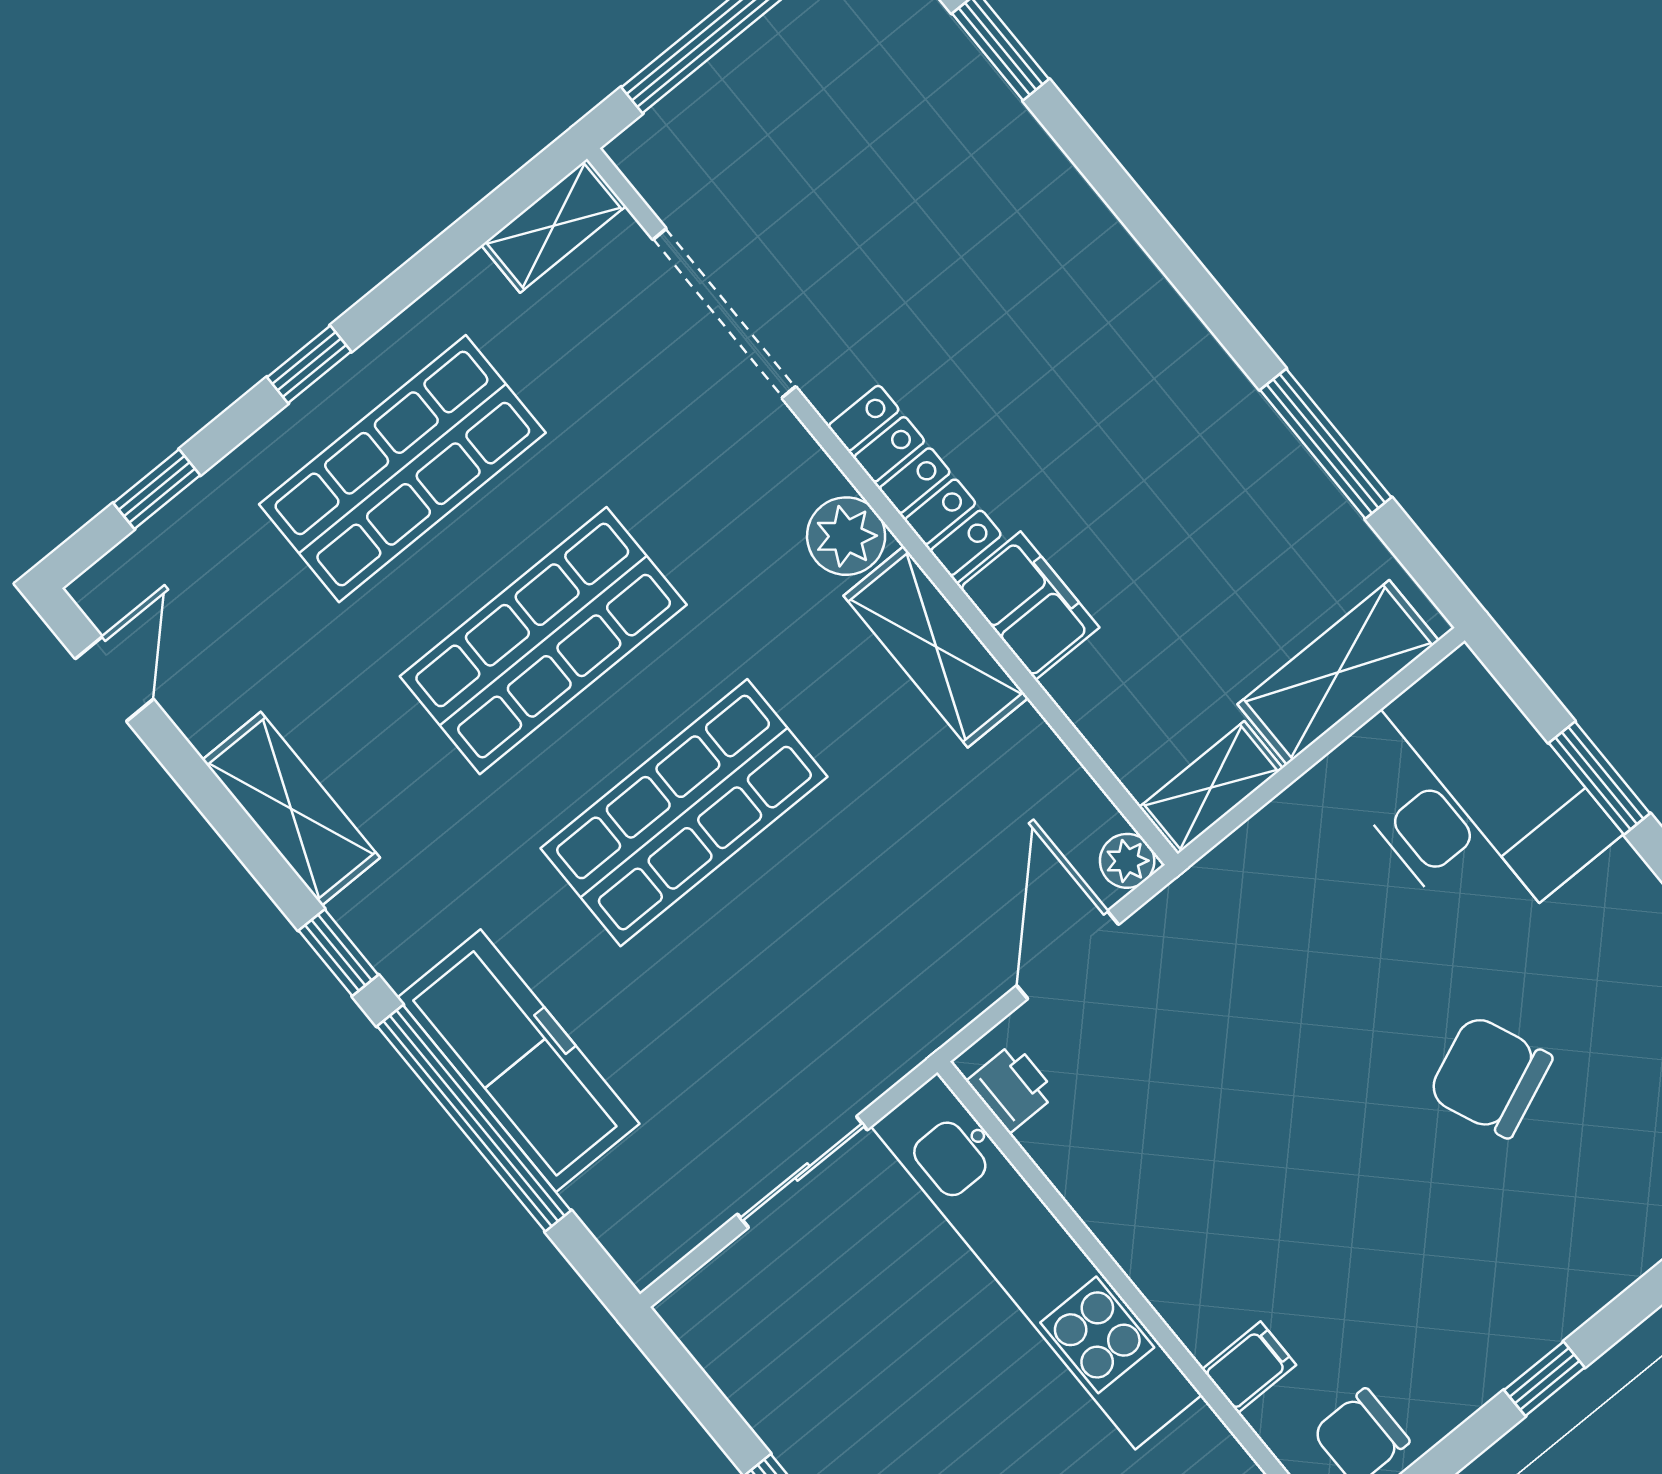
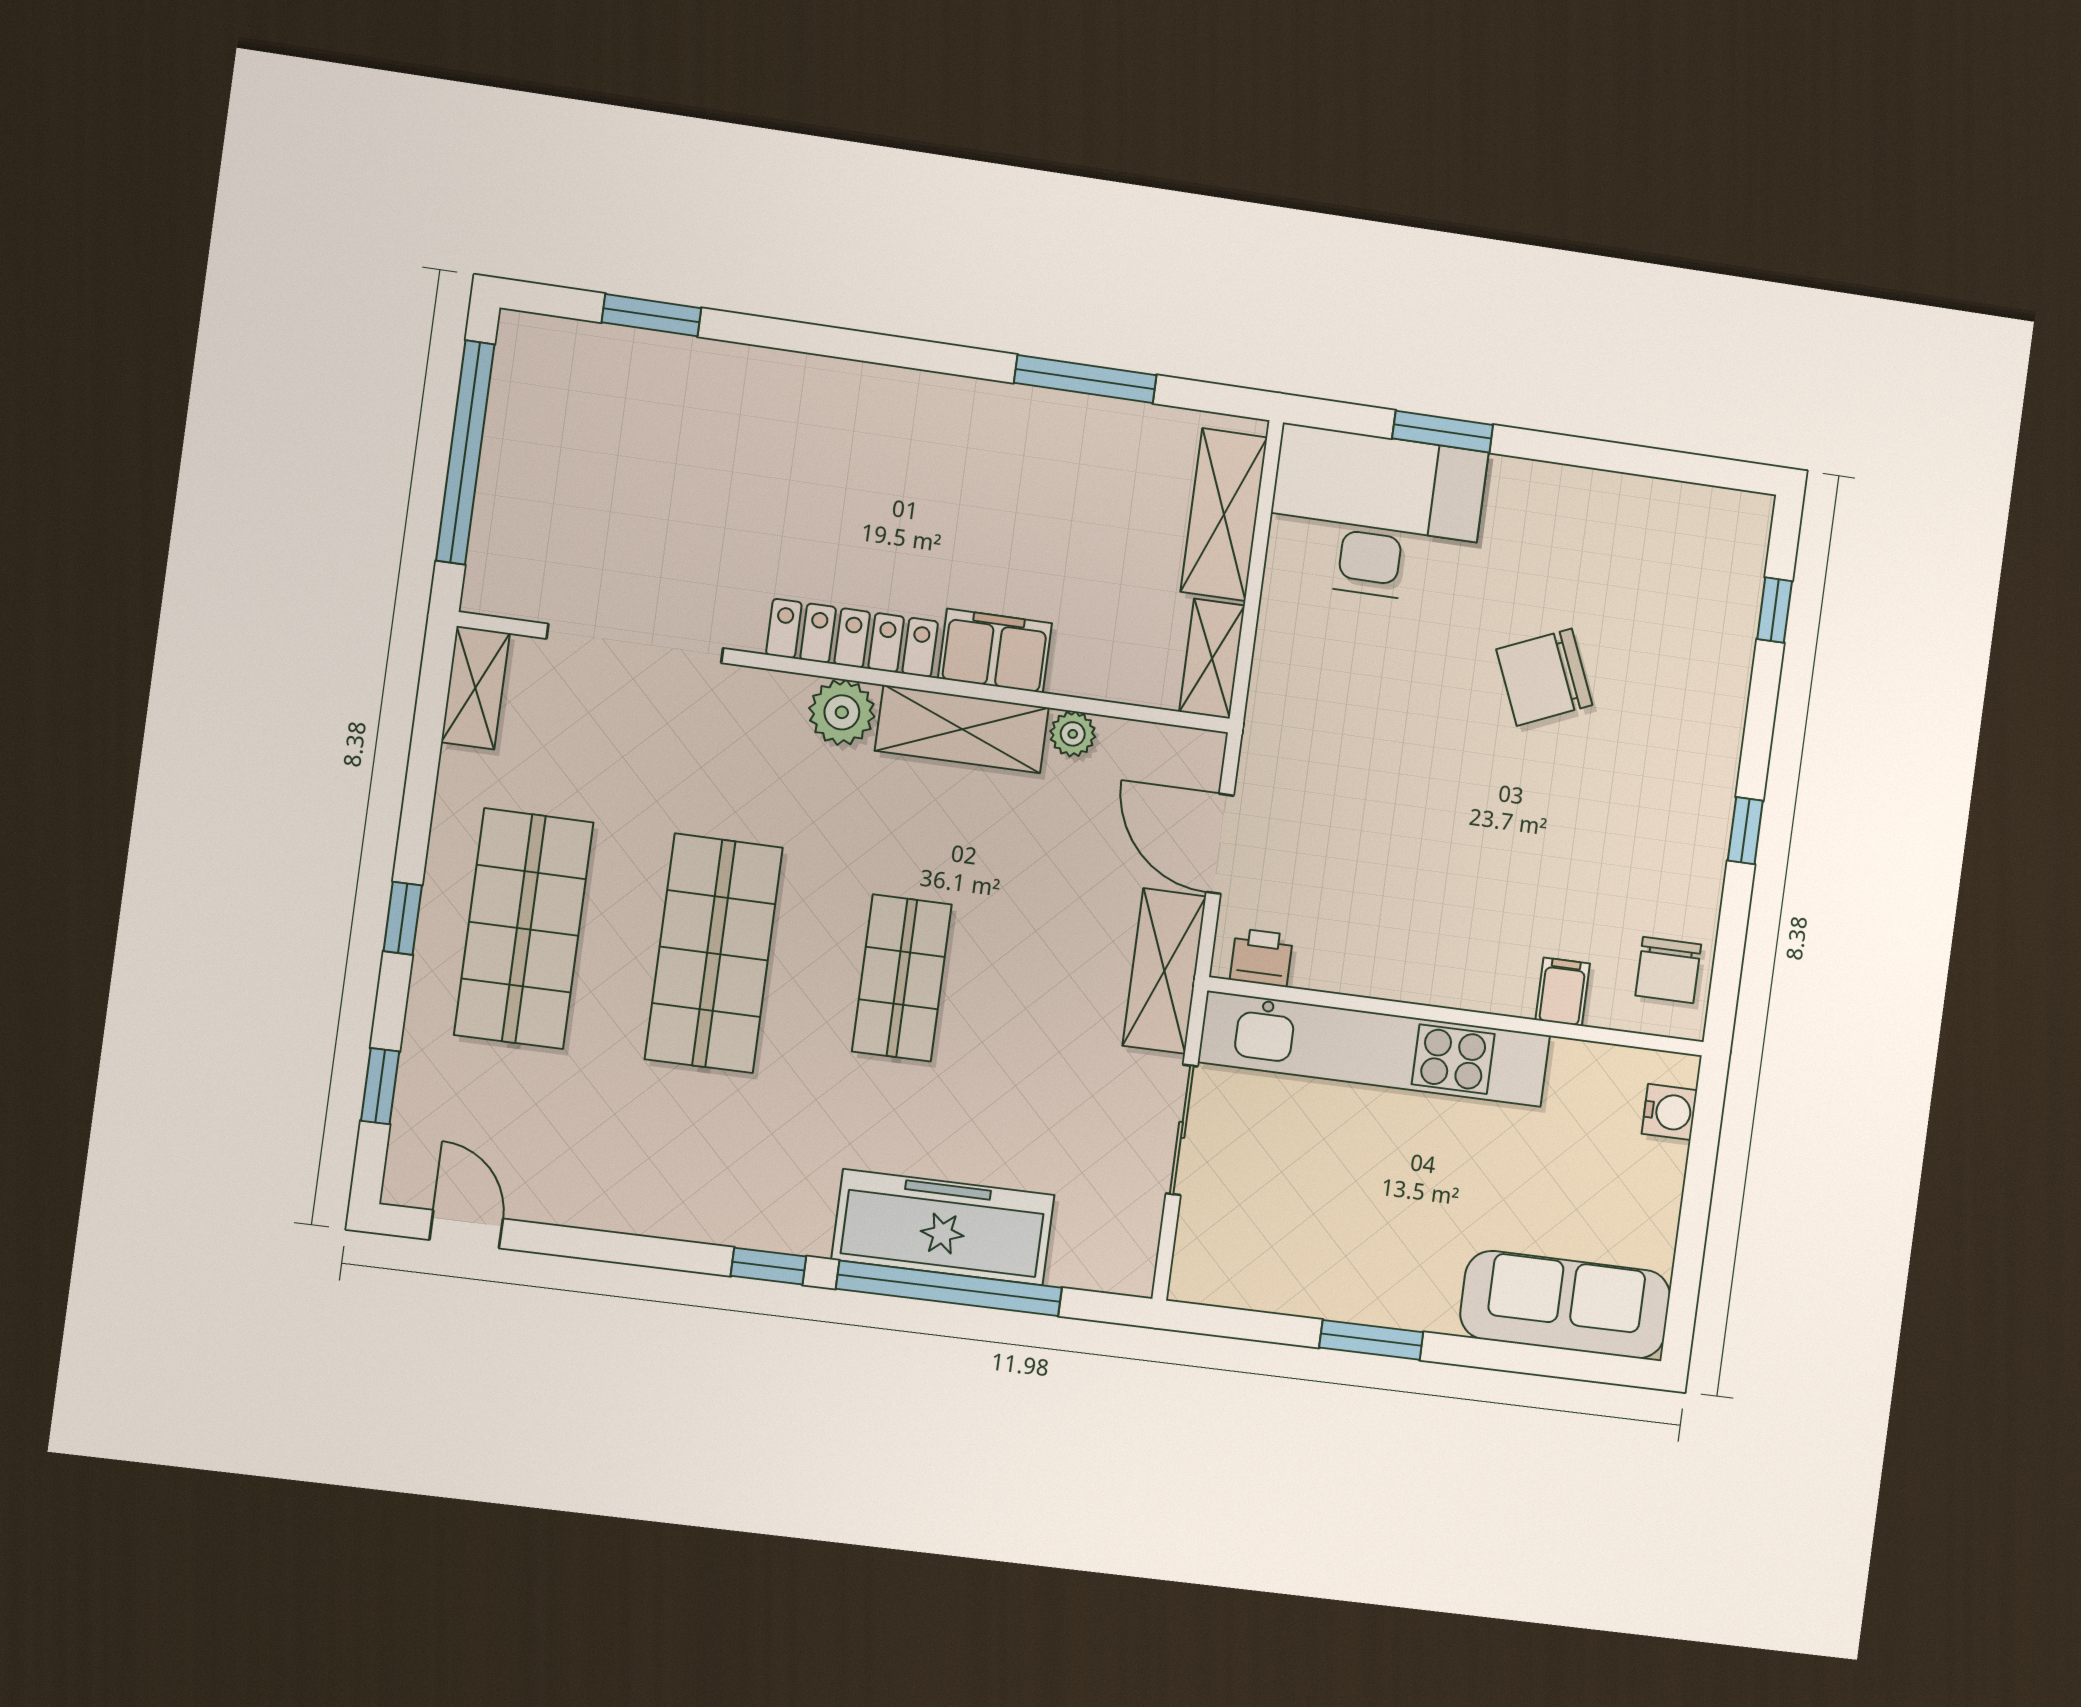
shelving: (291, 809) -> (1164, 971), moved, turned 90
shop shelf: (684, 813) -> (902, 978), width x0.70, depth x0.74
plant: (1127, 861) -> (1073, 734), moved

